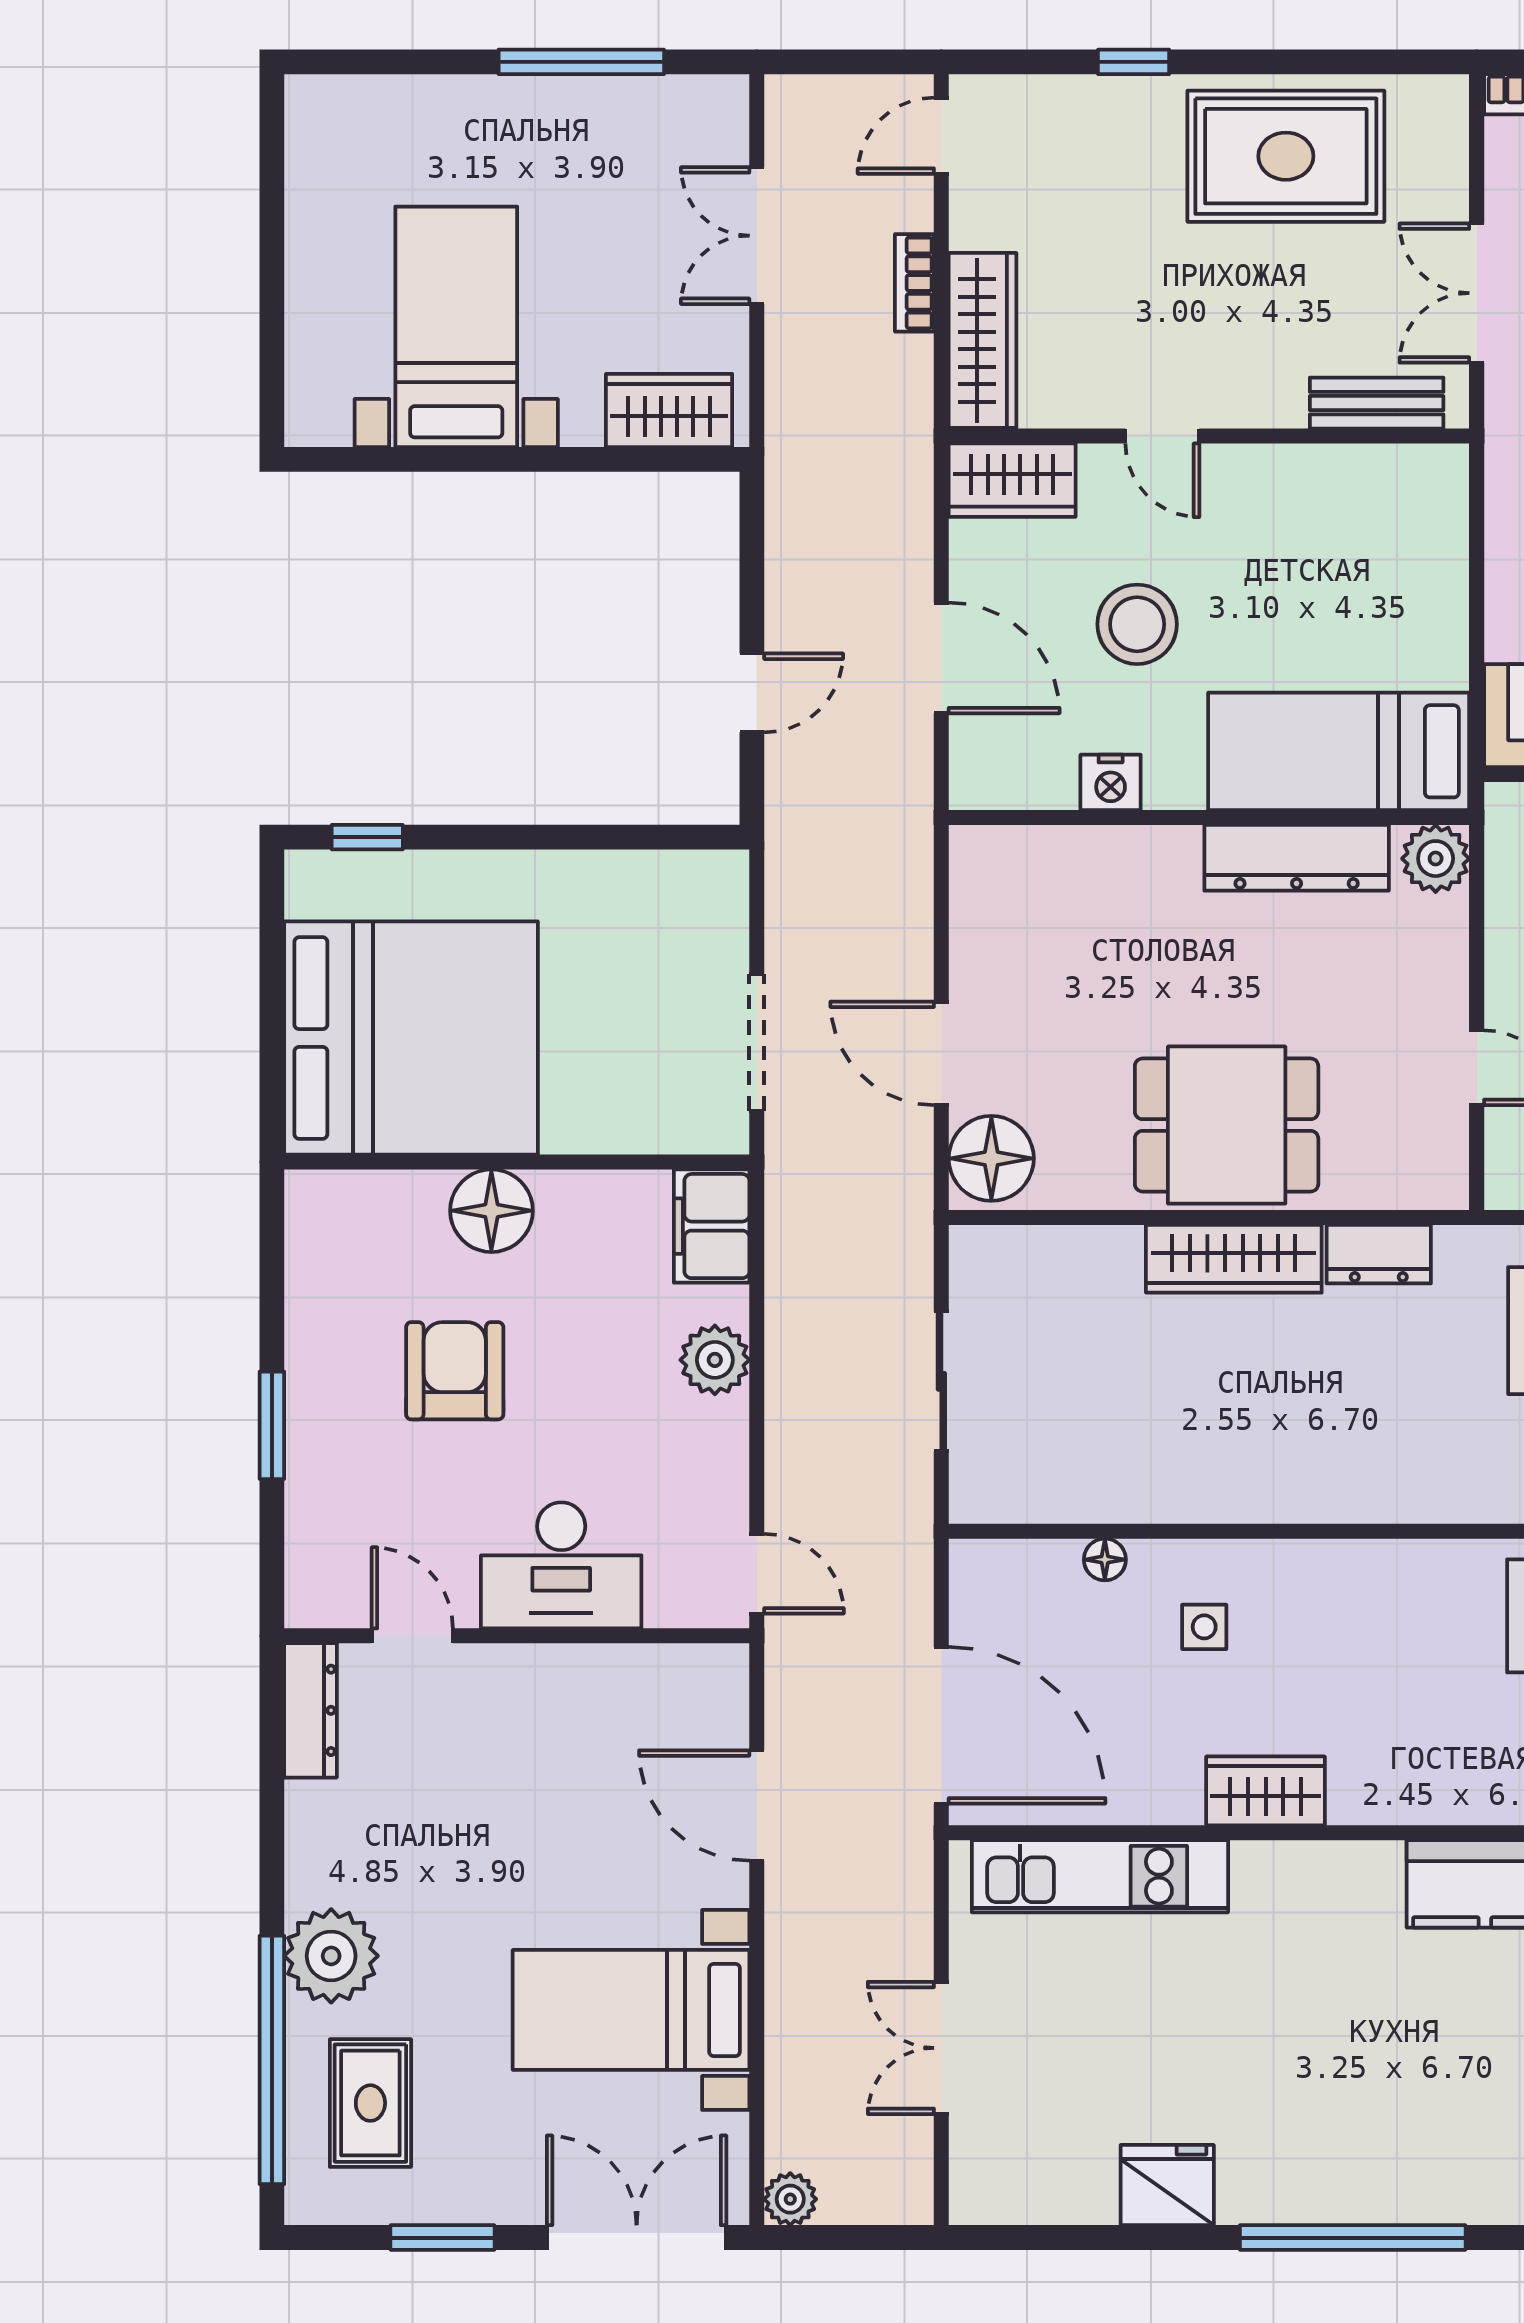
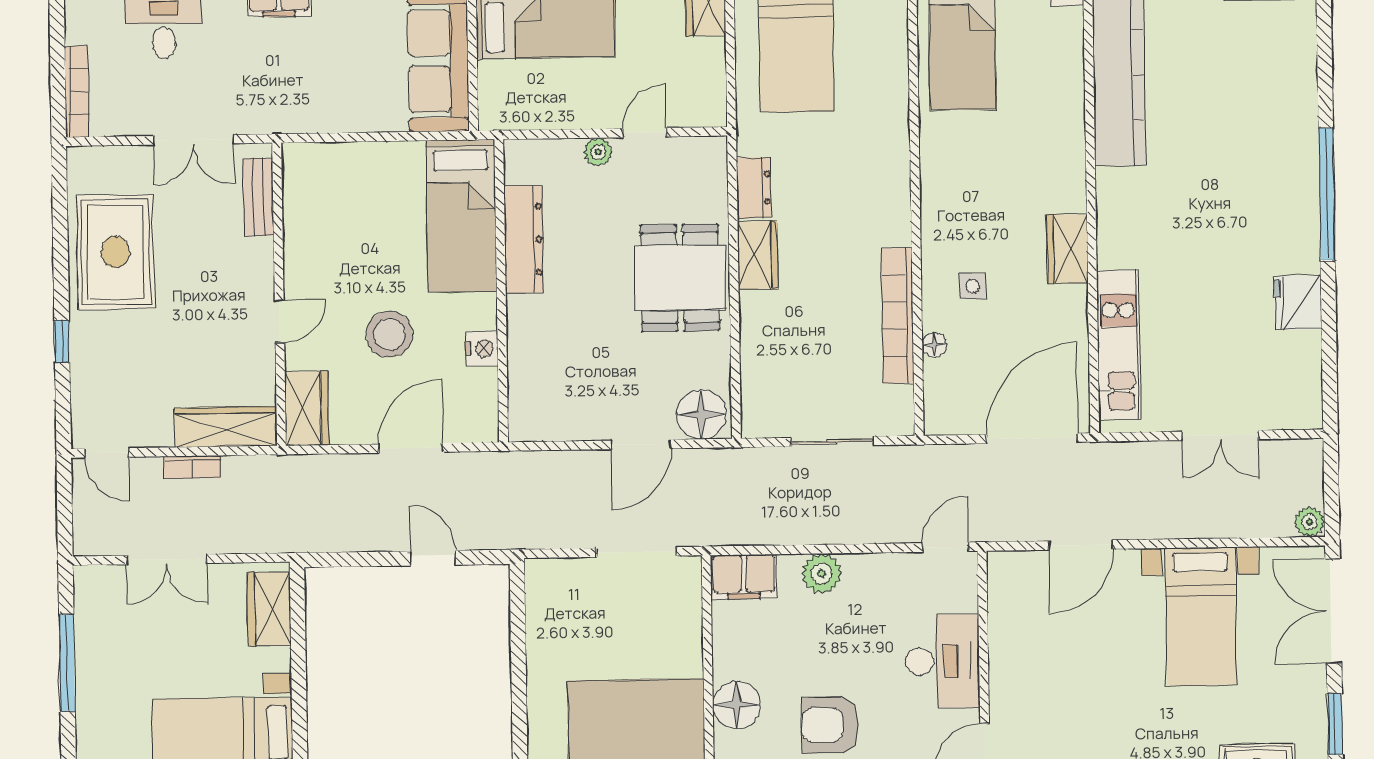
plant: (1436, 859) -> (598, 152), moved, width x0.73, depth x0.73
wardrobe: (1234, 1259) -> (758, 255), width x0.67
bookcase: (1155, 1497) -> (898, 316), added

